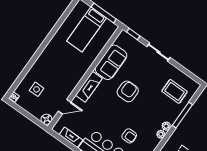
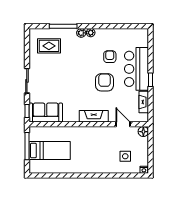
sofa: (111, 62) -> (46, 113), moved
armchair: (128, 91) -> (104, 82), moved, turned 90
rug: (175, 91) -> (49, 46), turned 90

